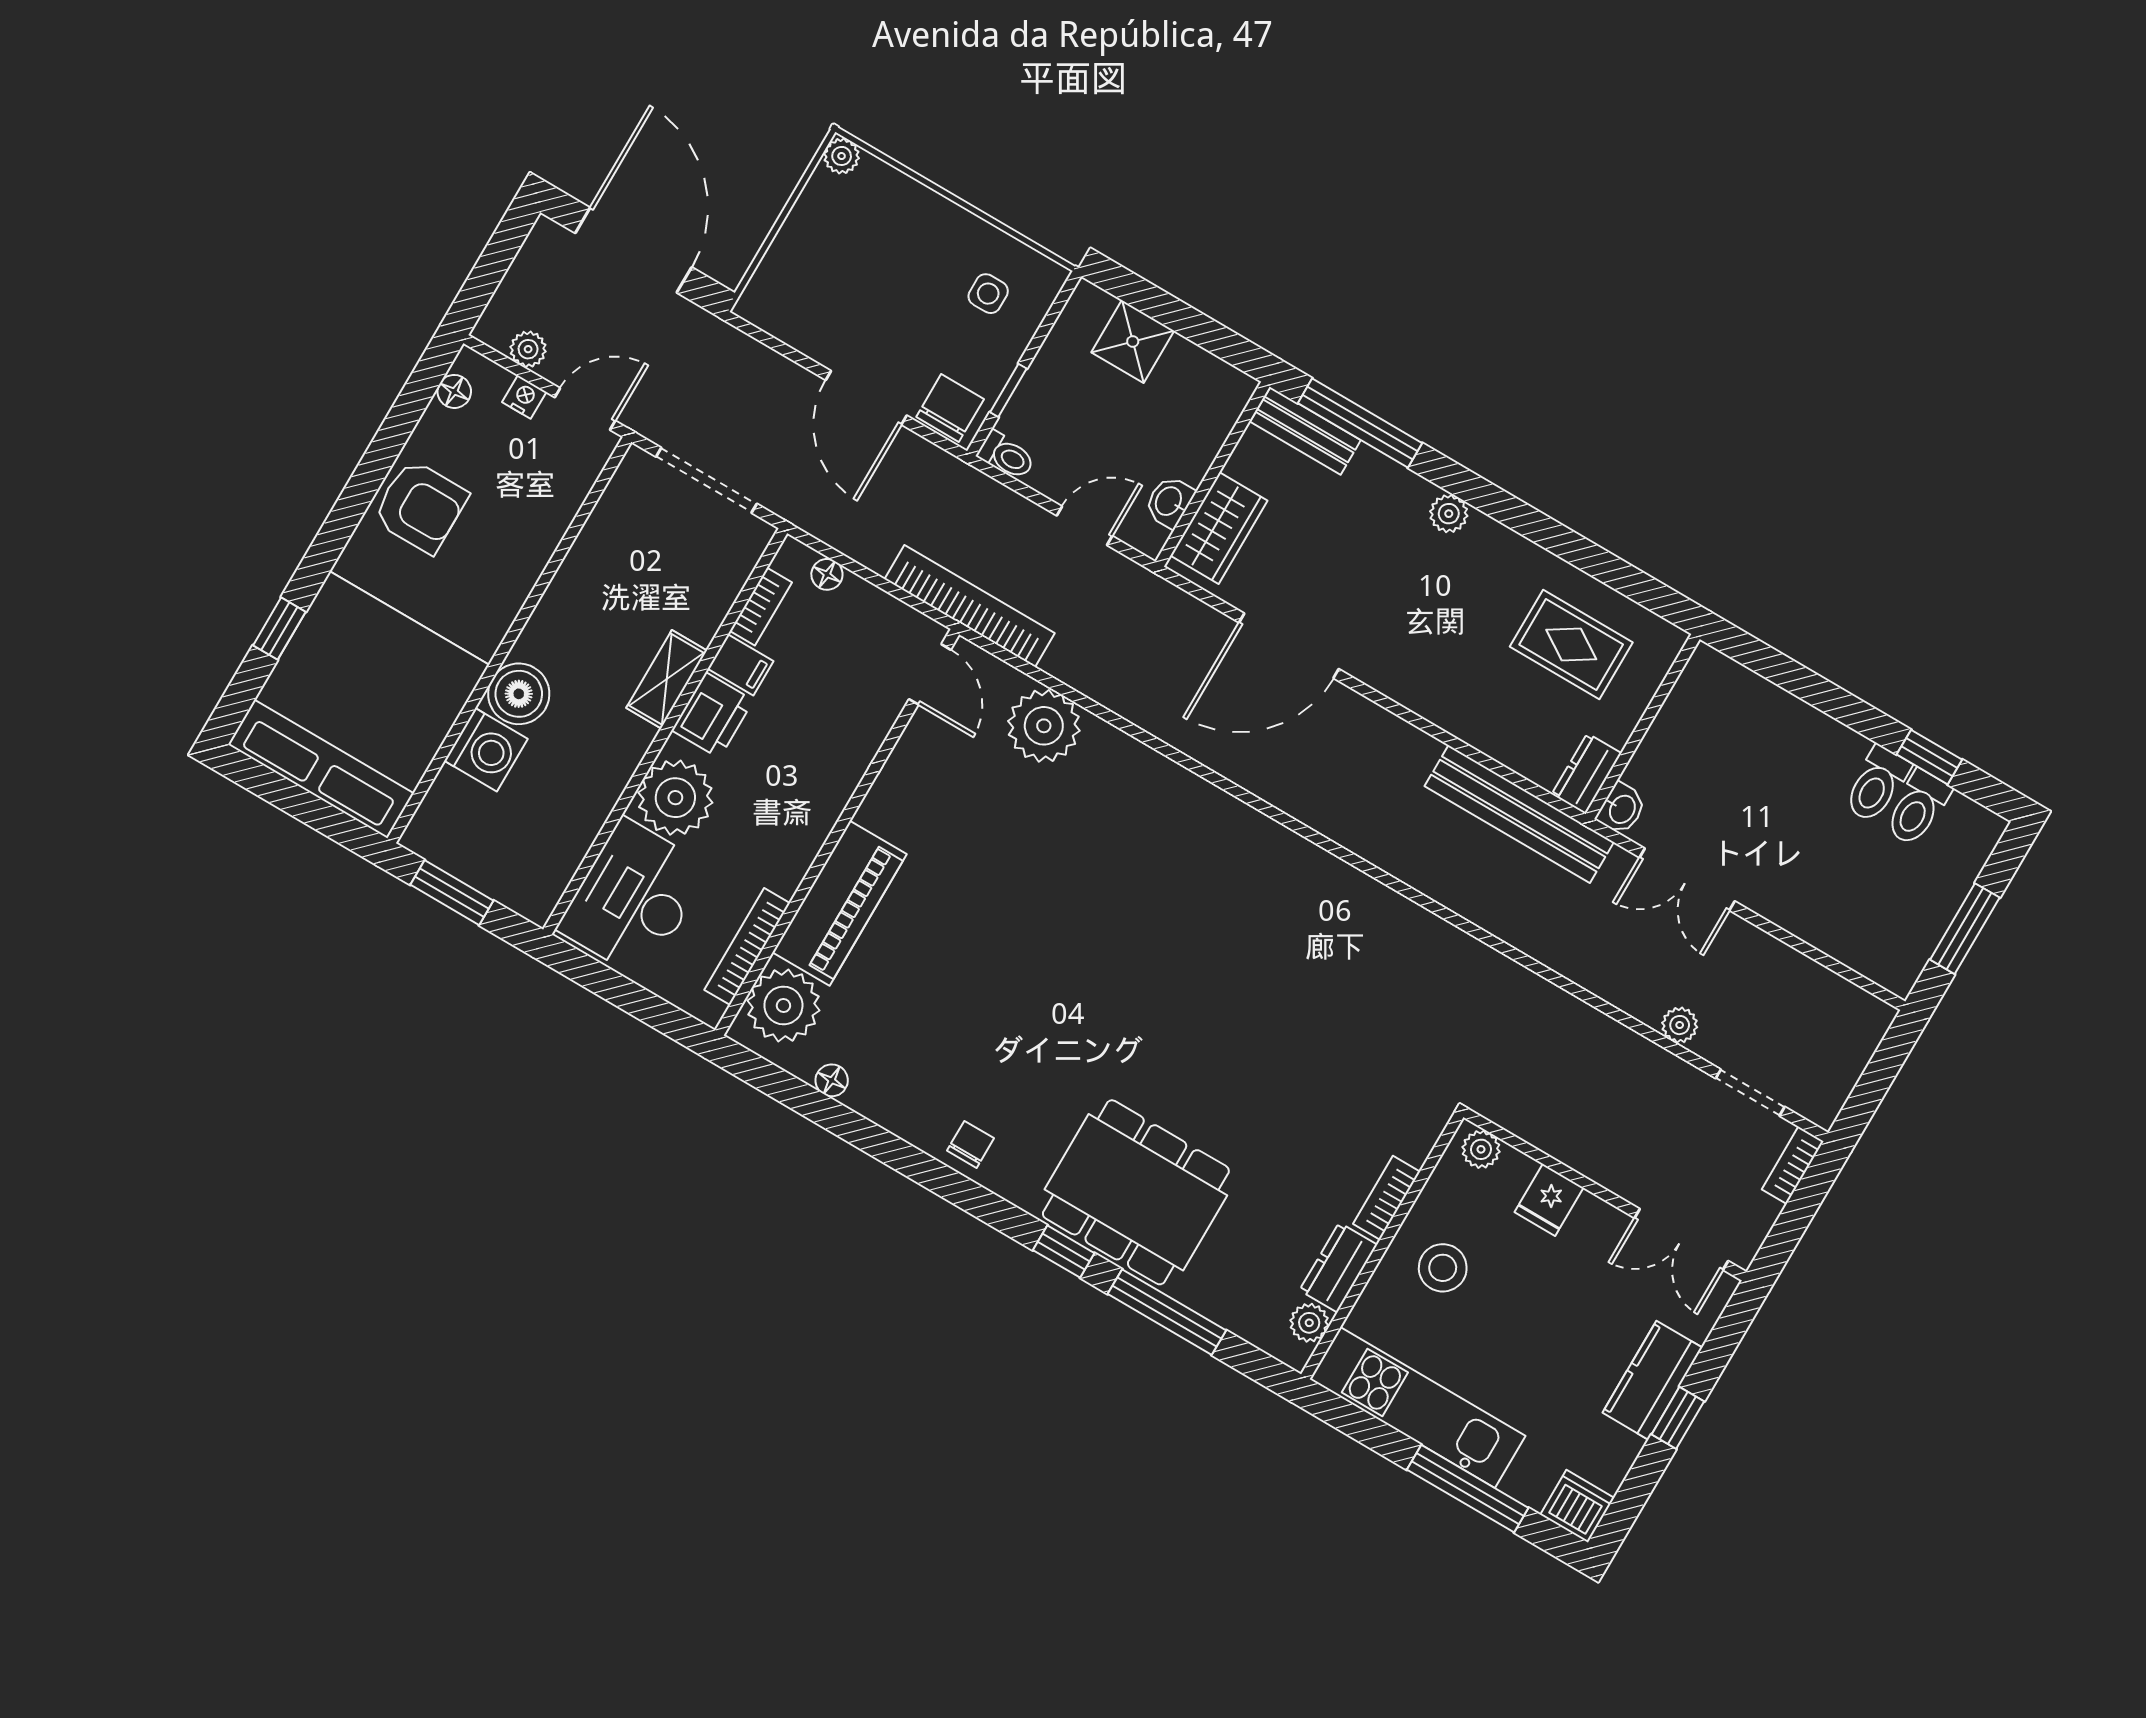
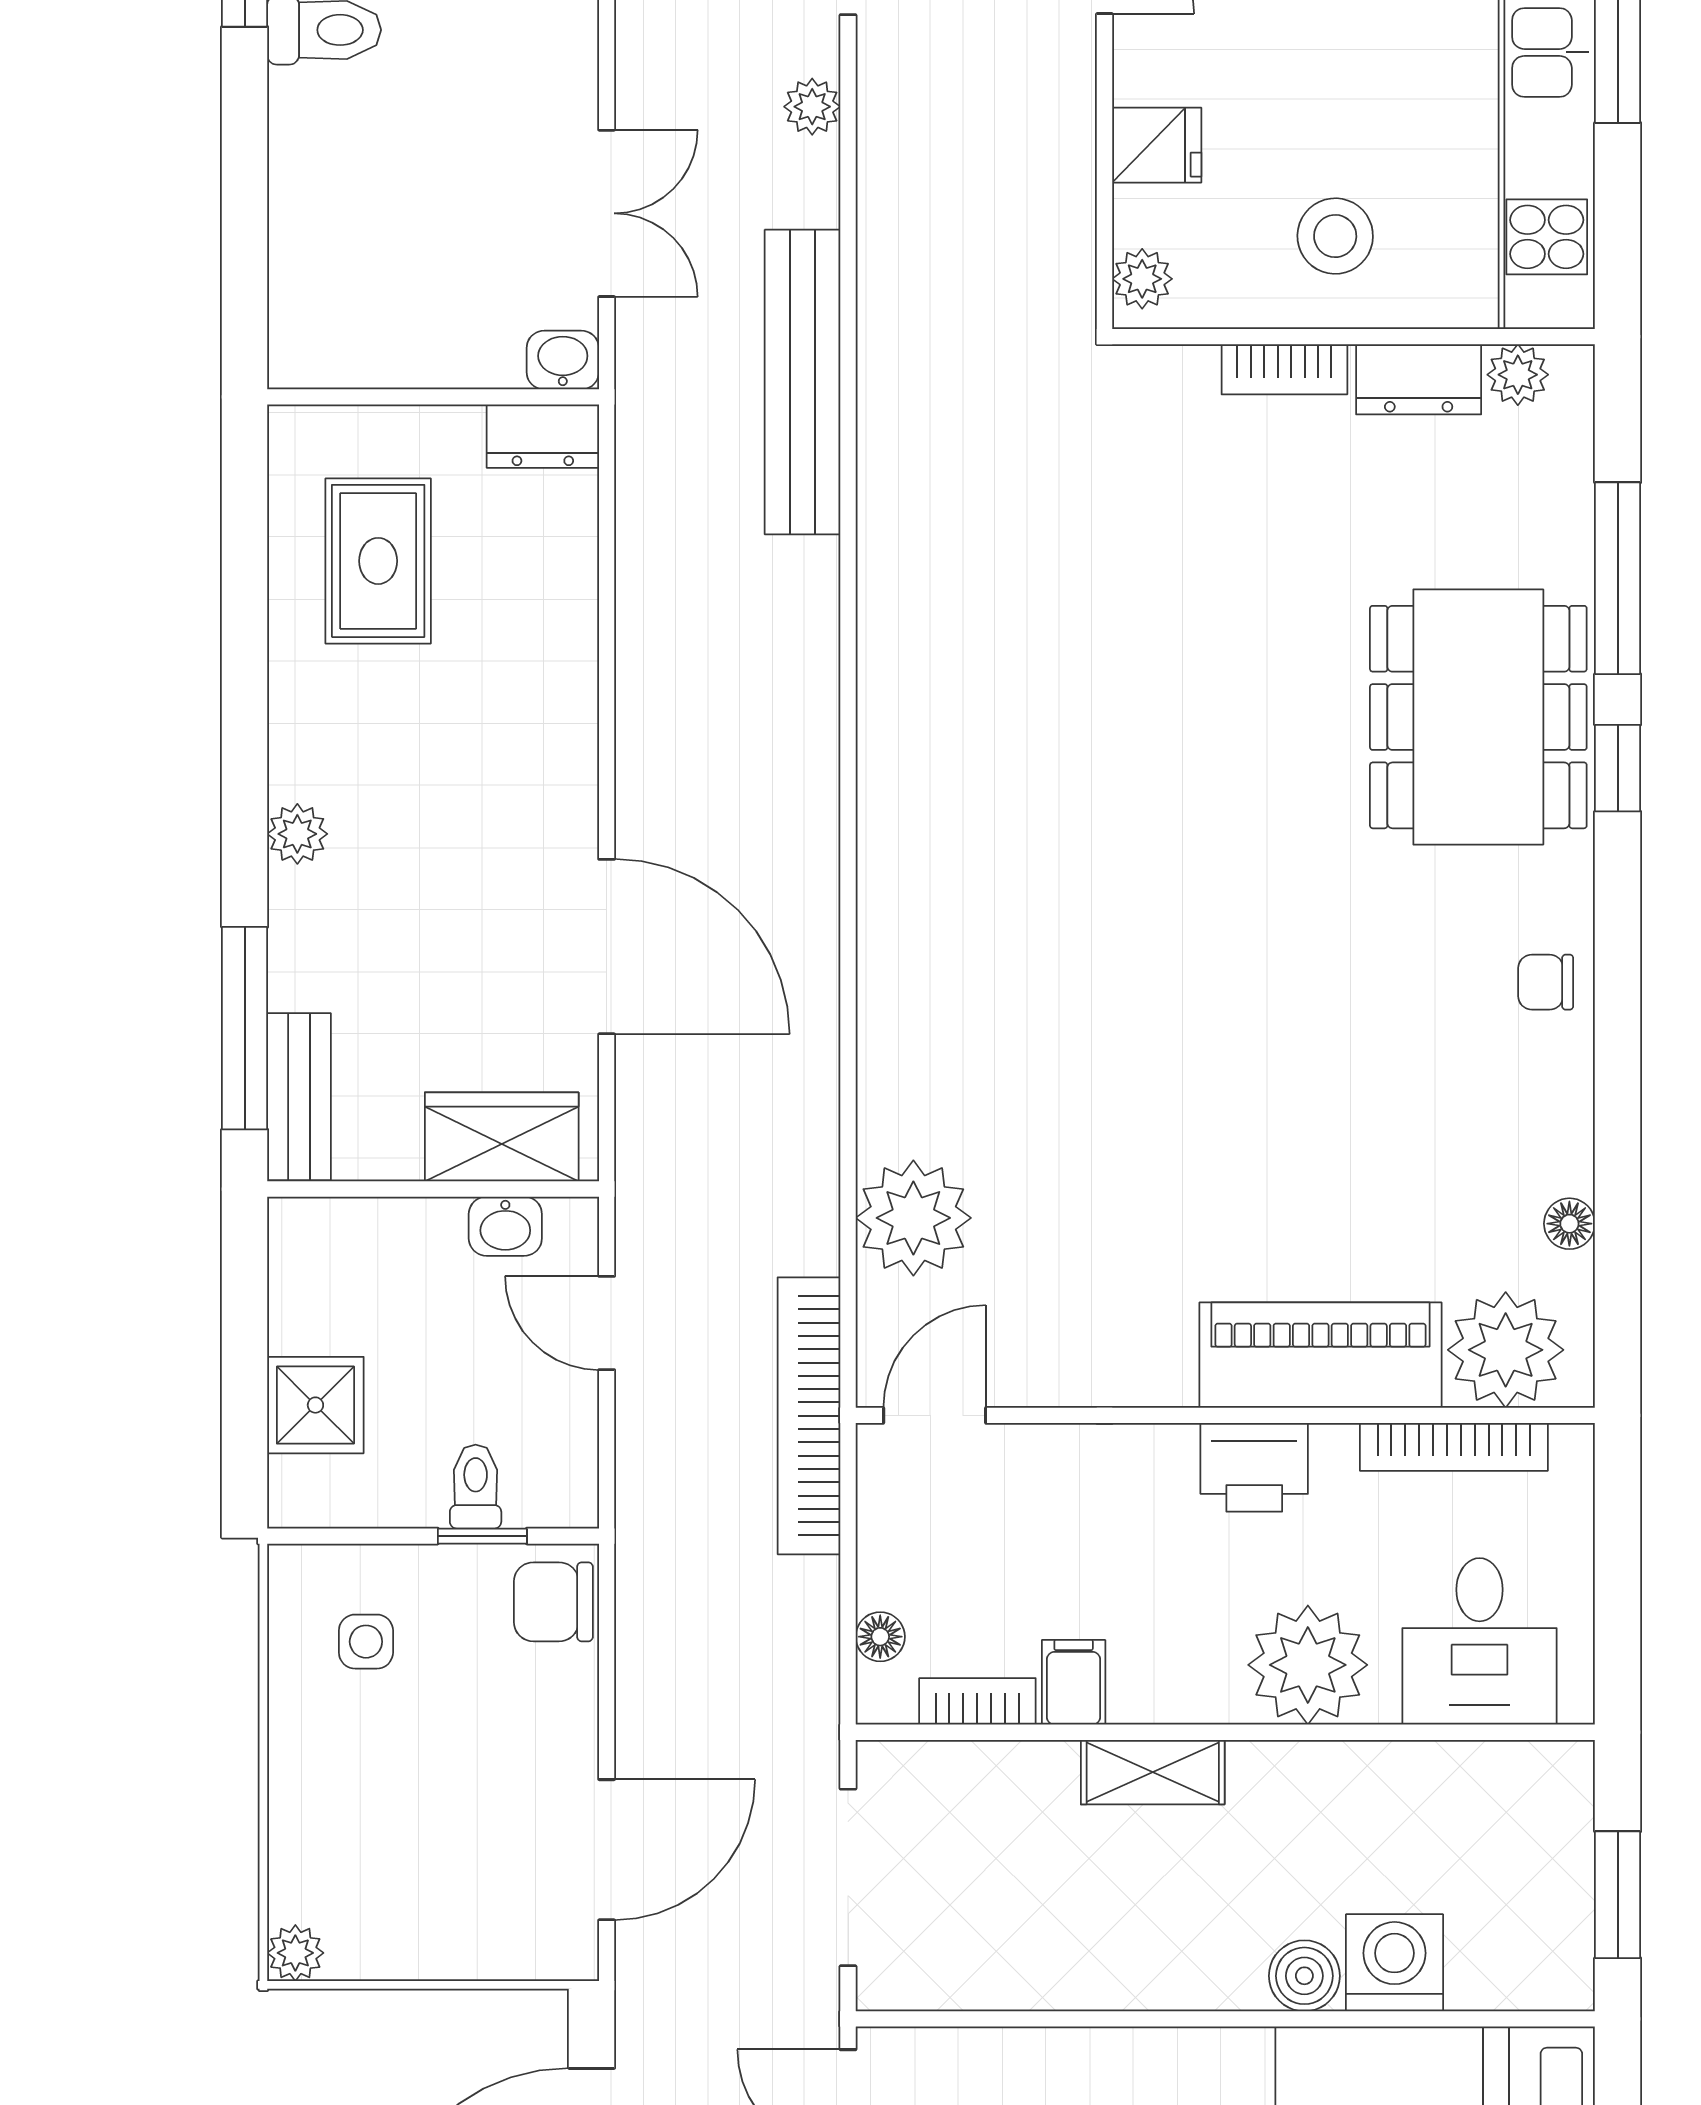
door: (866, 398) -> (607, 1850), moved
toilet: (1006, 456) -> (476, 1487), moved
boiler: (519, 694) -> (1304, 1976), width x0.73, depth x0.73
printer: (713, 715) -> (1254, 1467), moved, turned 180
bench: (1519, 814) -> (803, 382), moved
desk: (633, 898) -> (1480, 1641), width x0.73

